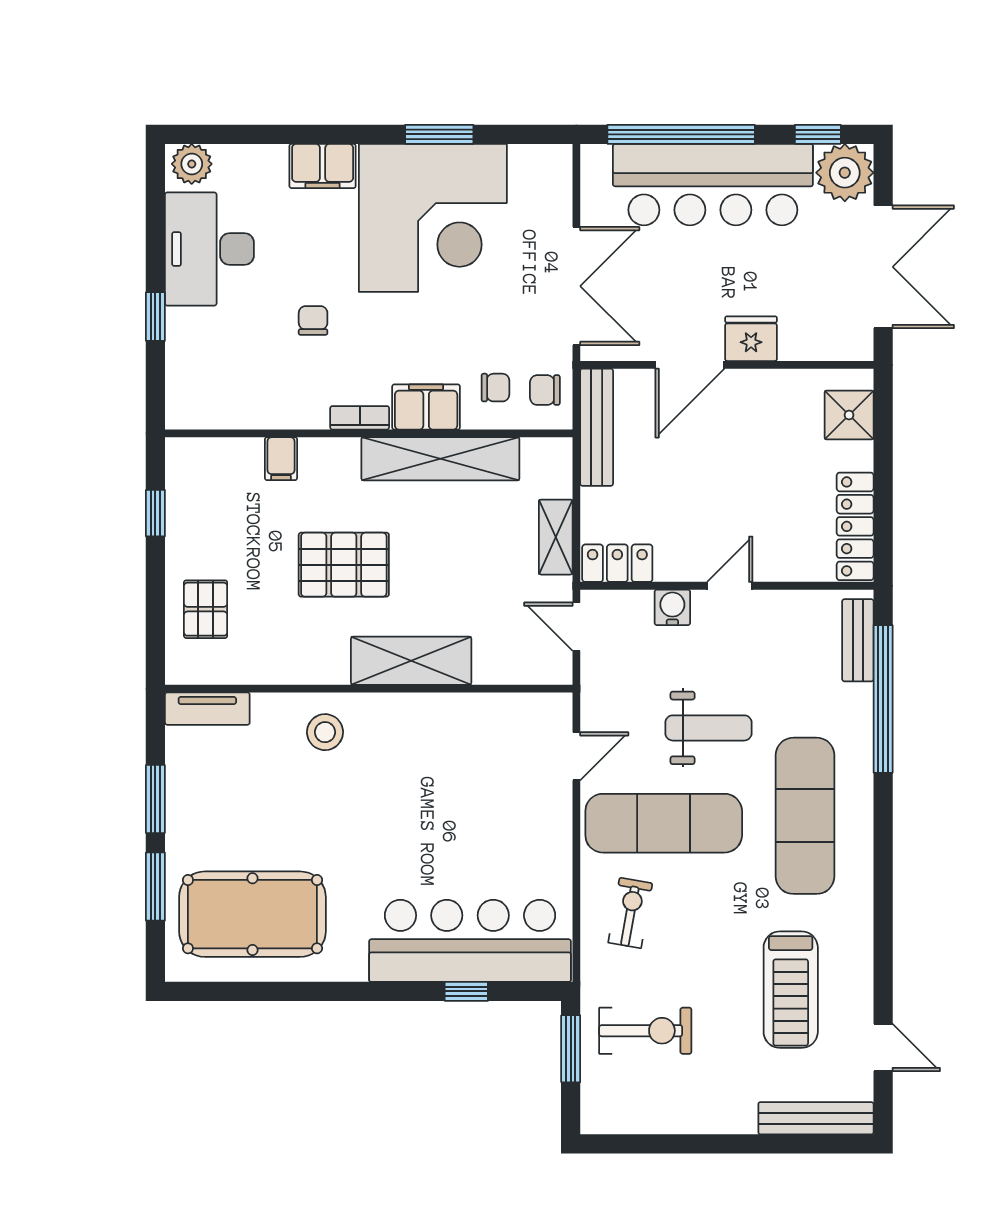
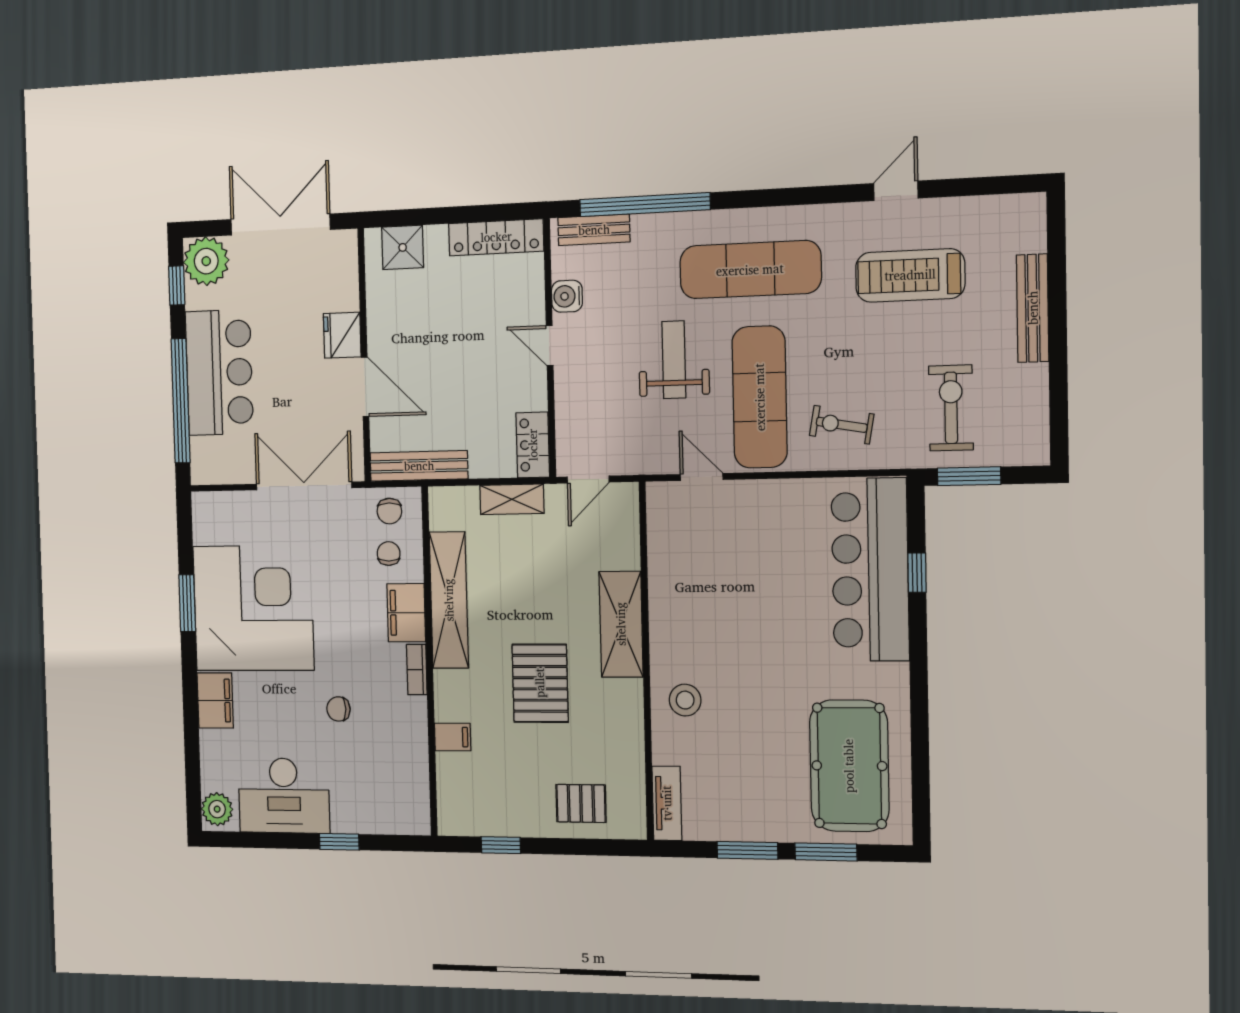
bar counter: (713, 185) -> (219, 372), width x0.73
water cooler: (672, 607) -> (567, 296), moved
treadmill: (791, 990) -> (910, 275), turned 180
door: (883, 1048) -> (896, 191), moved
bench: (816, 1118) -> (1033, 308), moved

